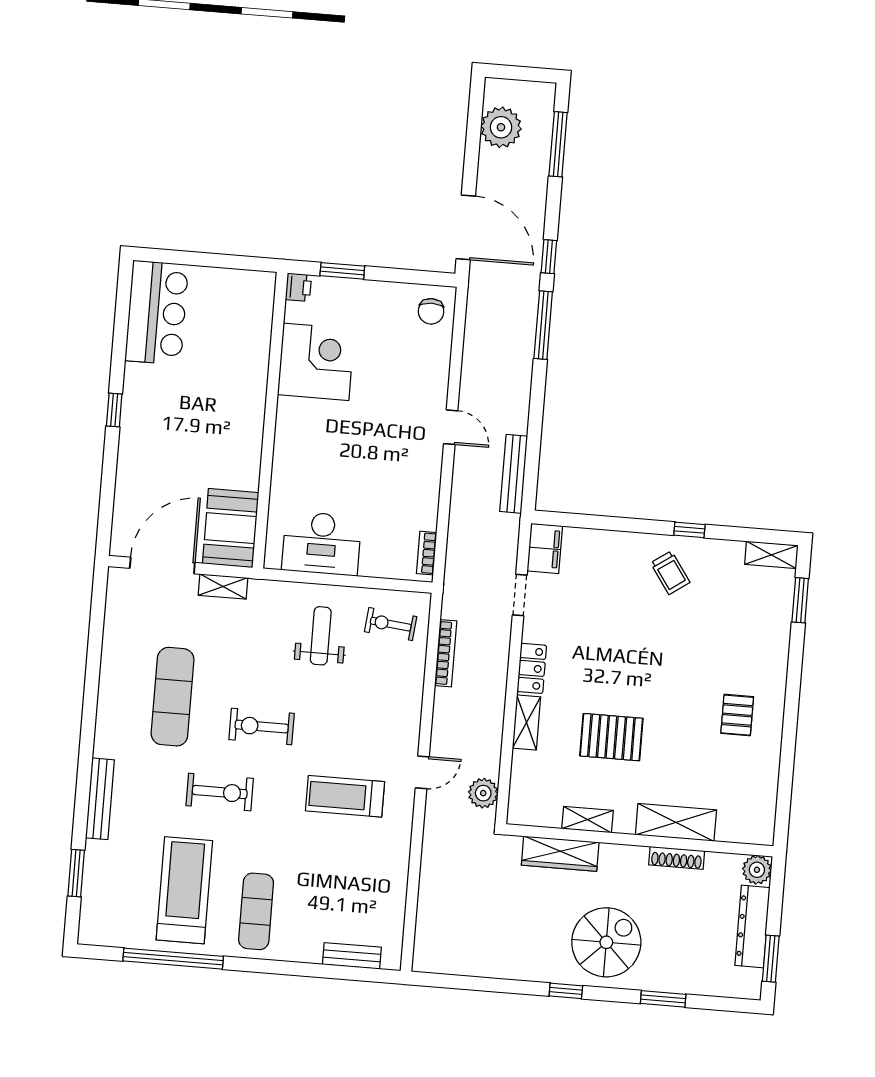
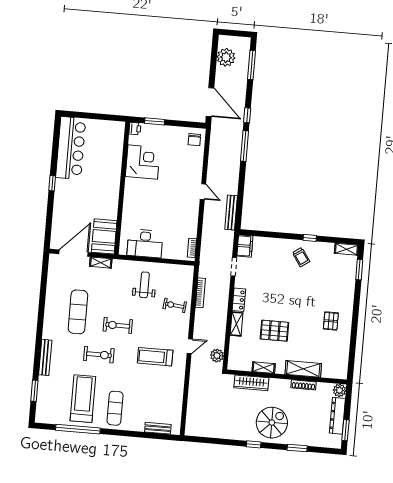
bar counter: (157, 313) -> (71, 148), width x1.36
exercise bike: (391, 624) -> (175, 305), moved

